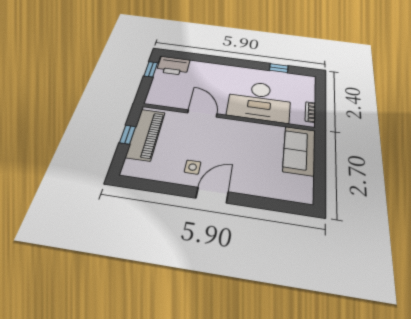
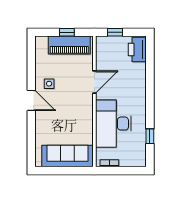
window: (151, 69) -> (115, 32), moved
sofa: (299, 150) -> (68, 156), width x1.36

